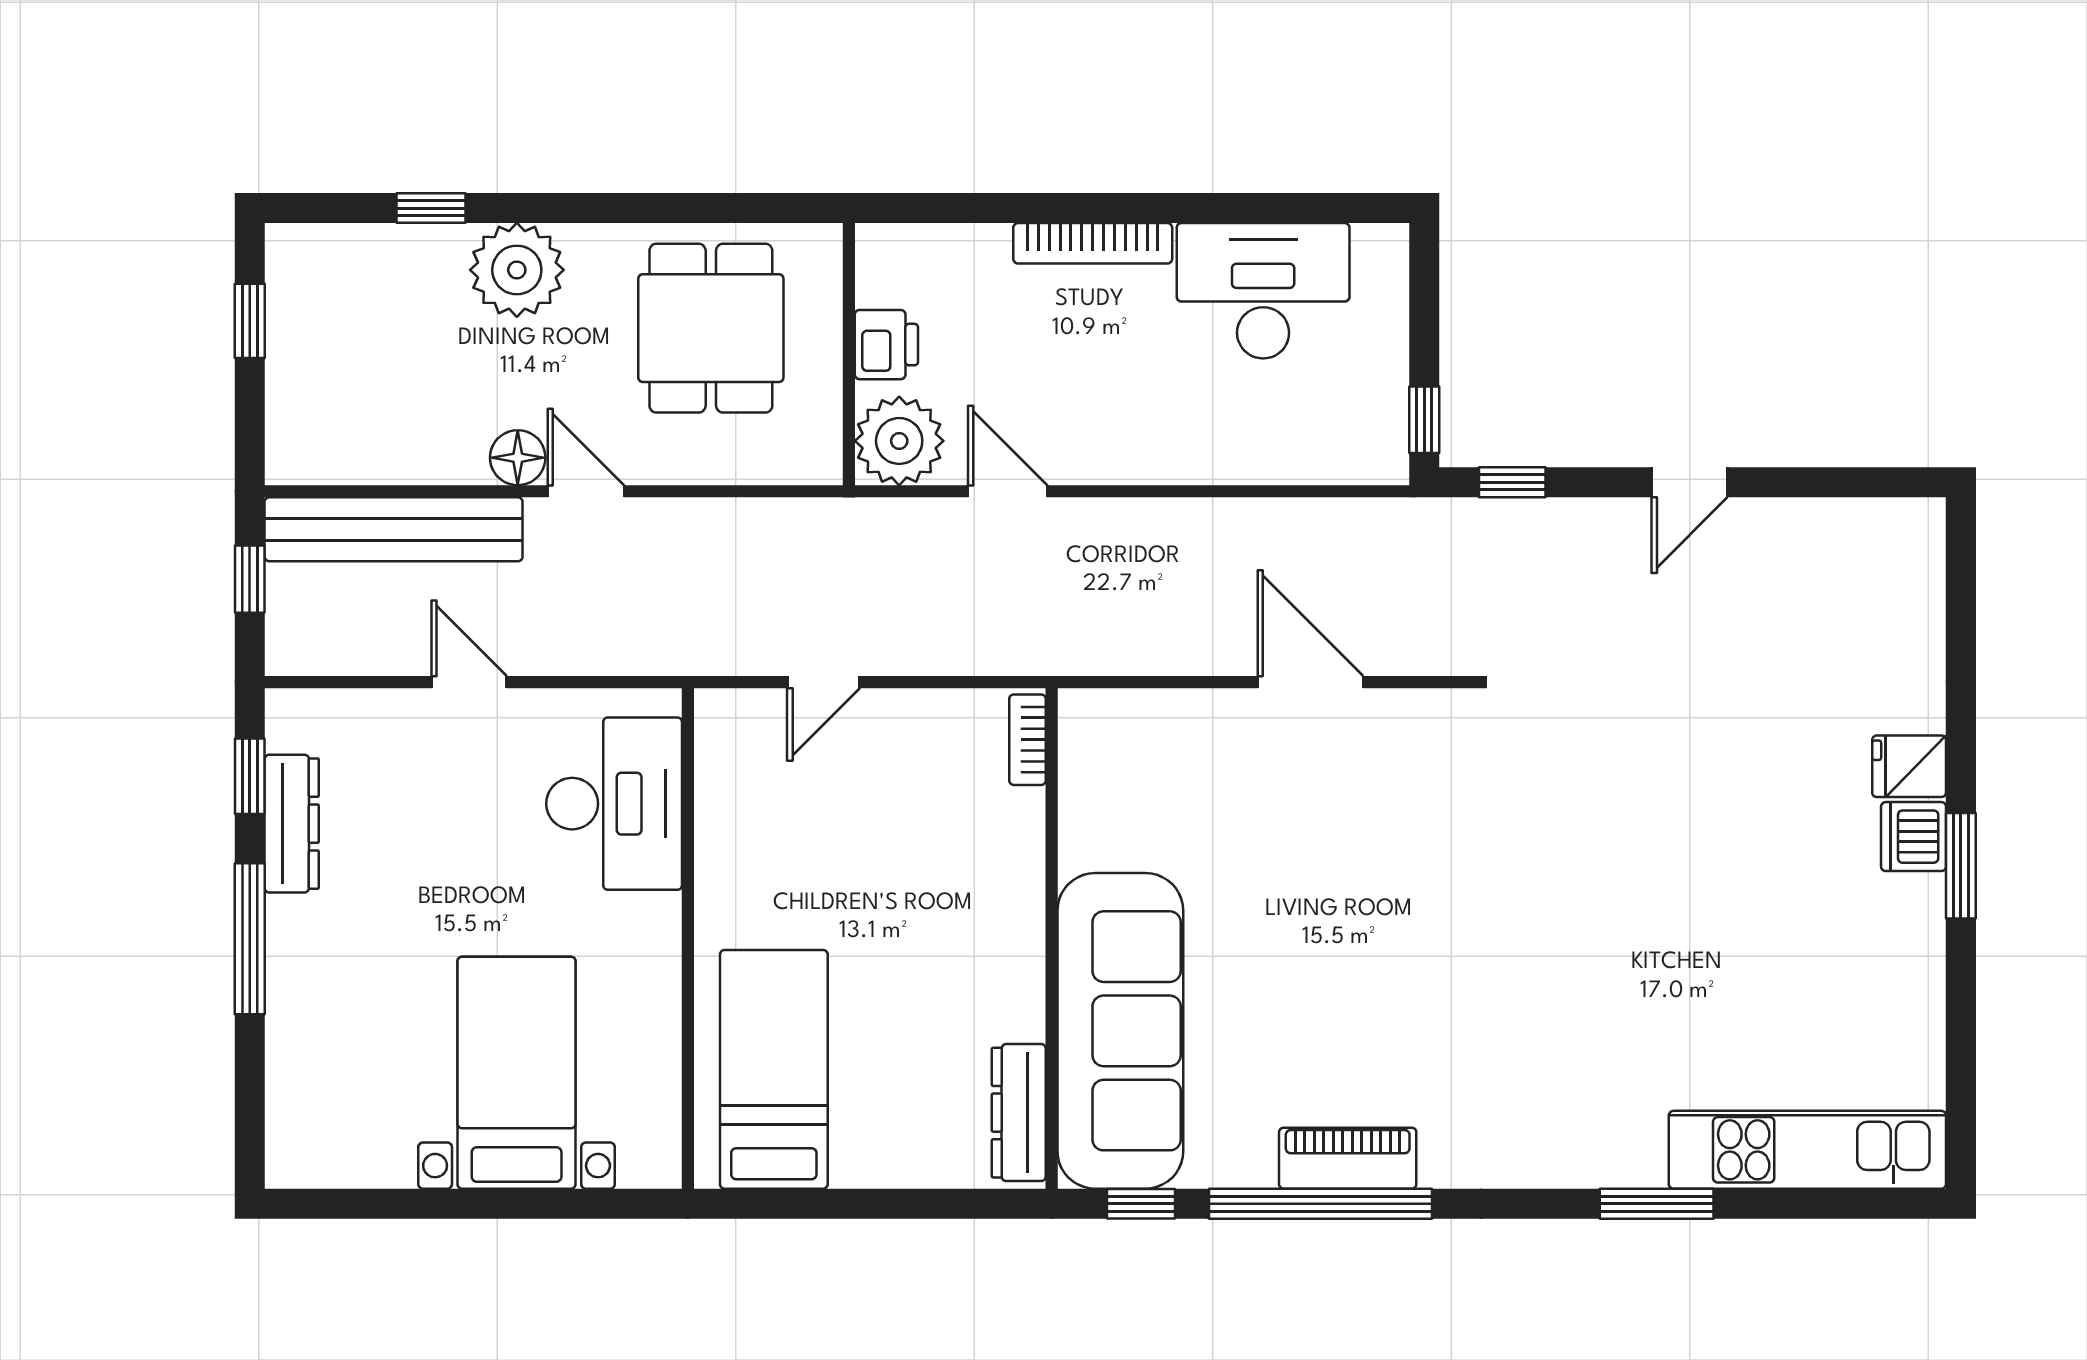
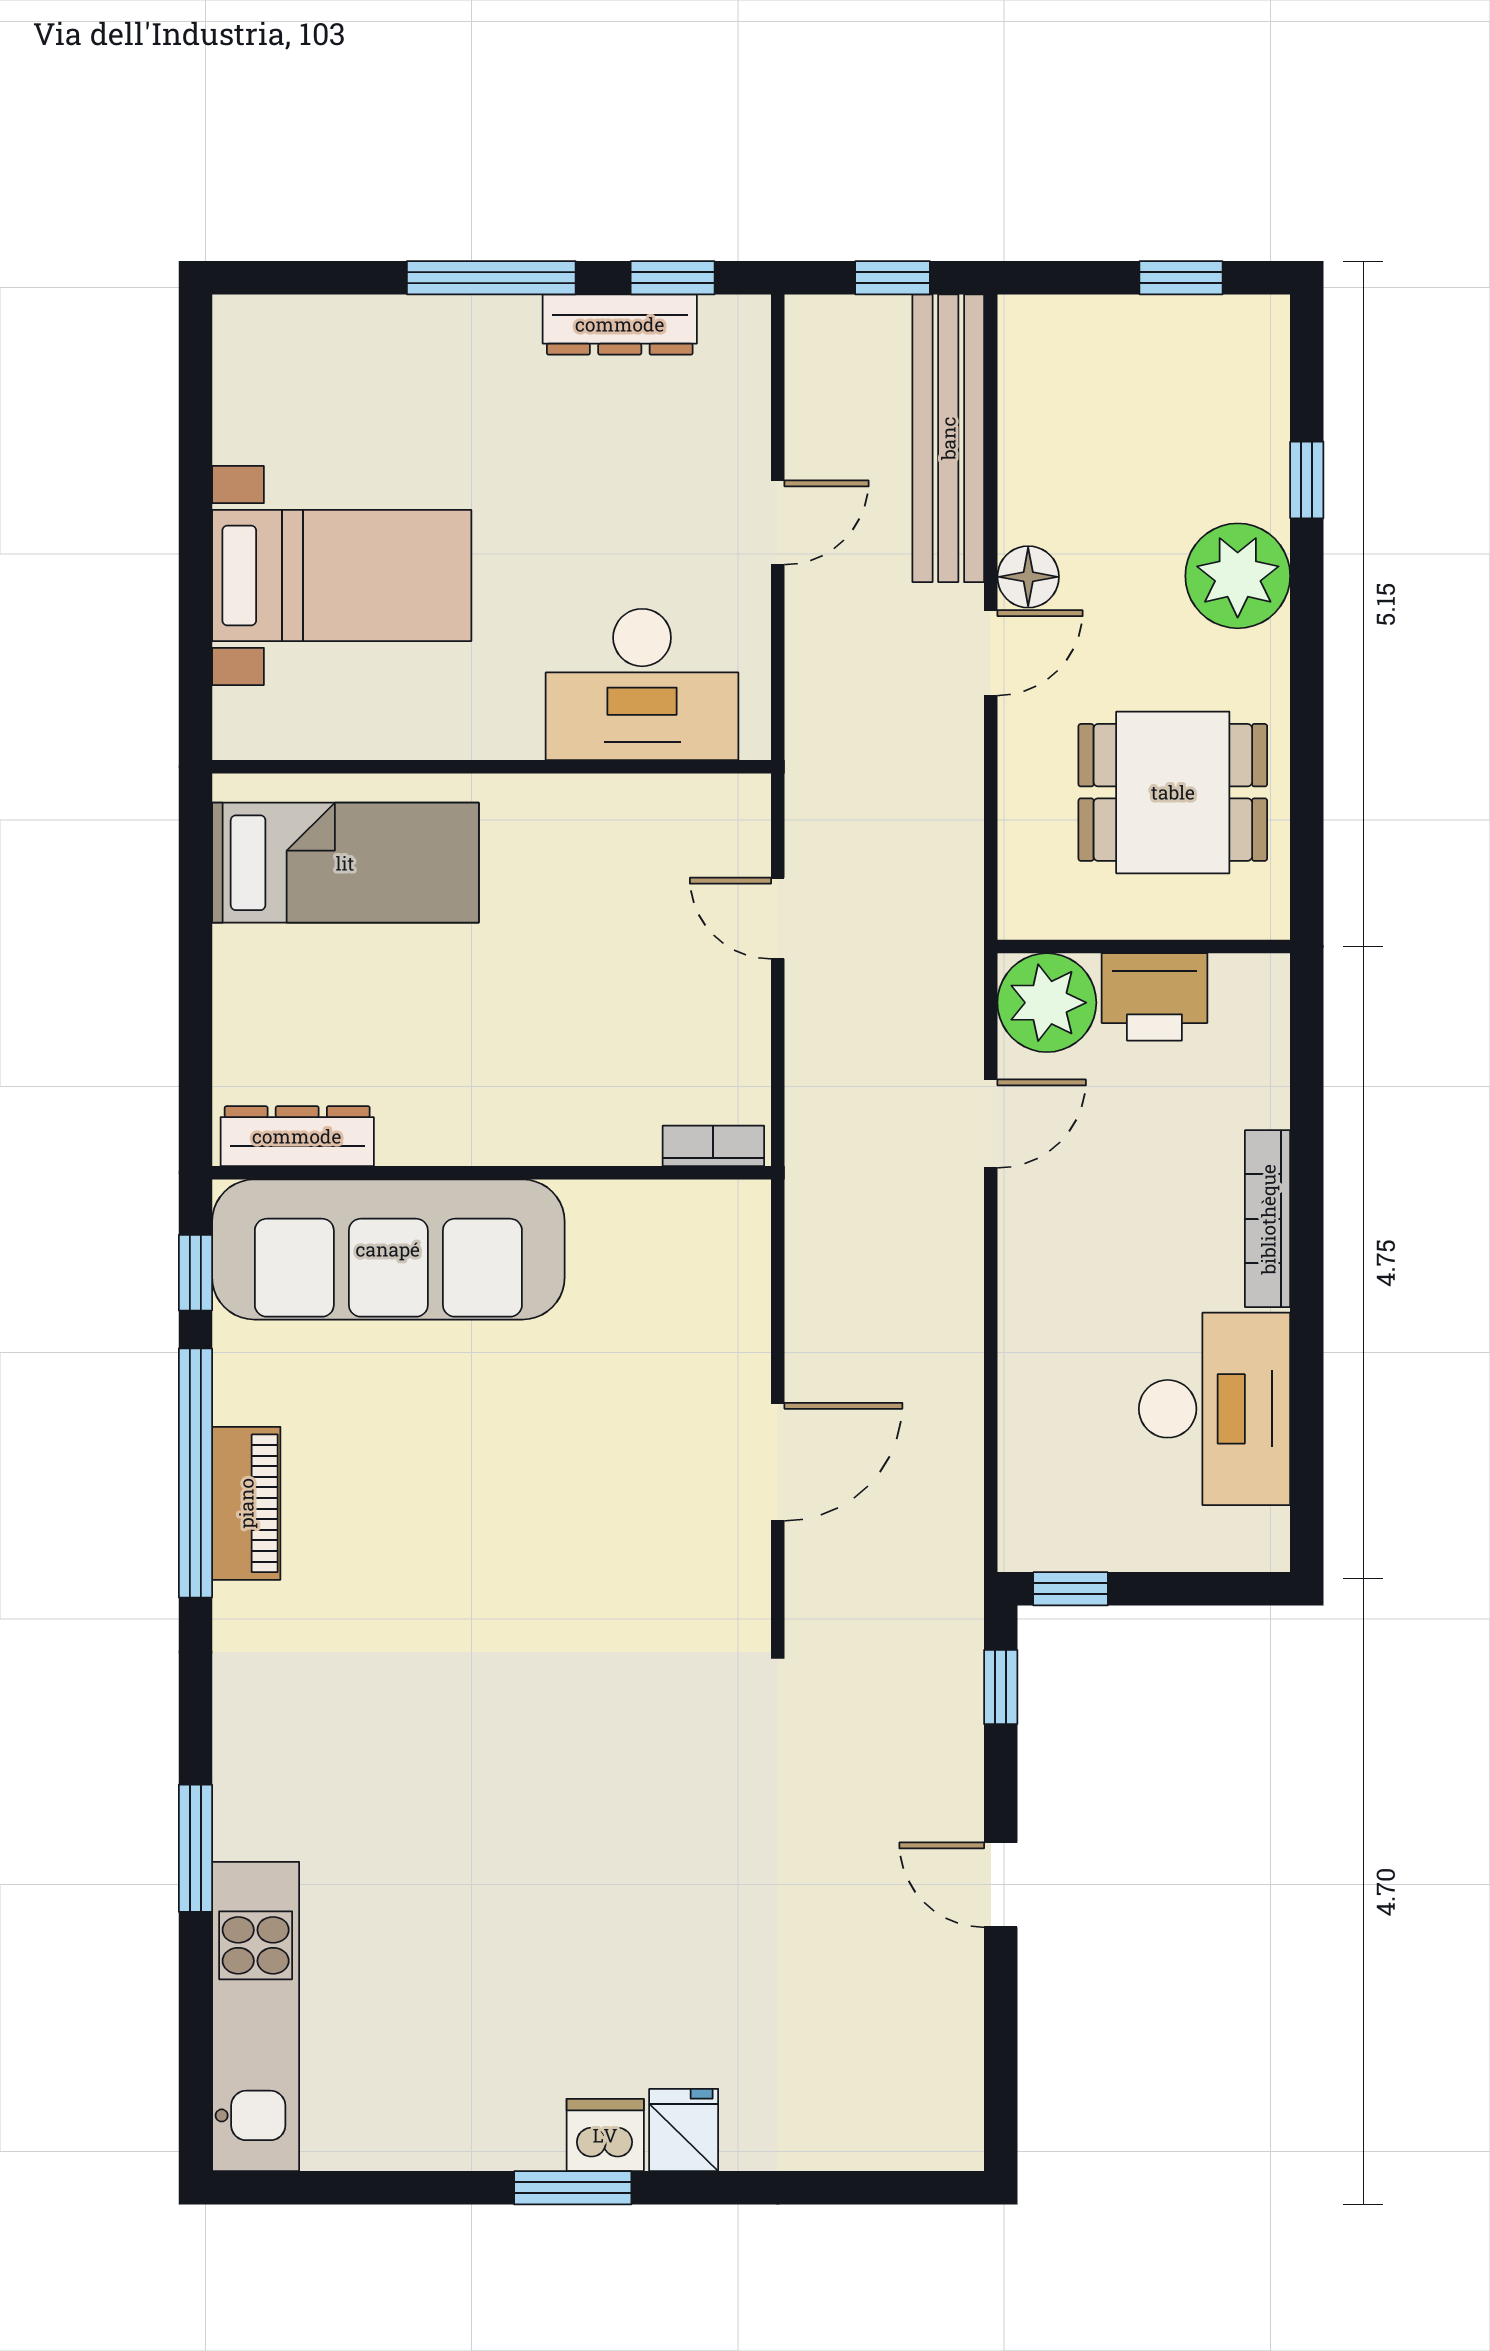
printer: (886, 345) -> (1154, 997), width x1.36, depth x1.24

